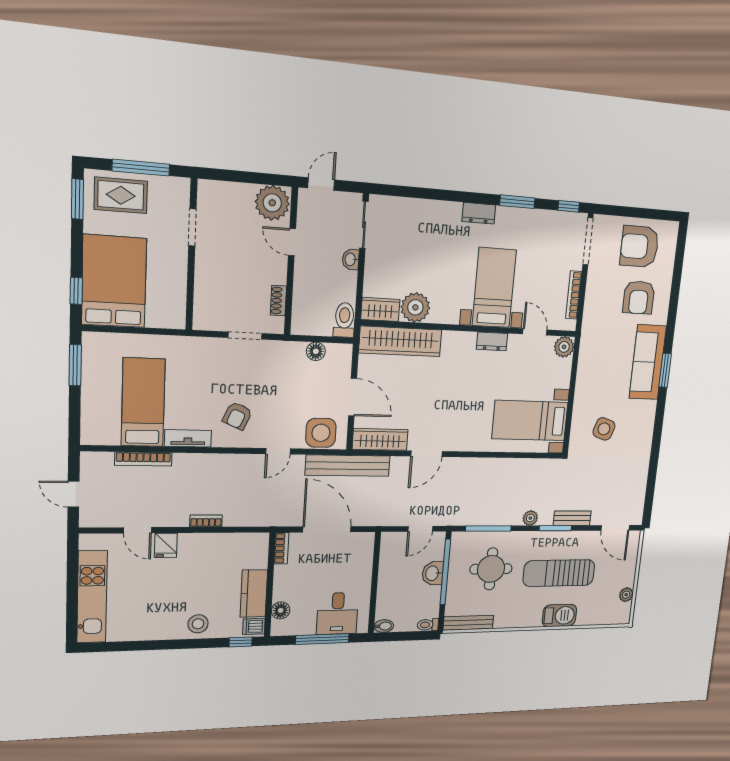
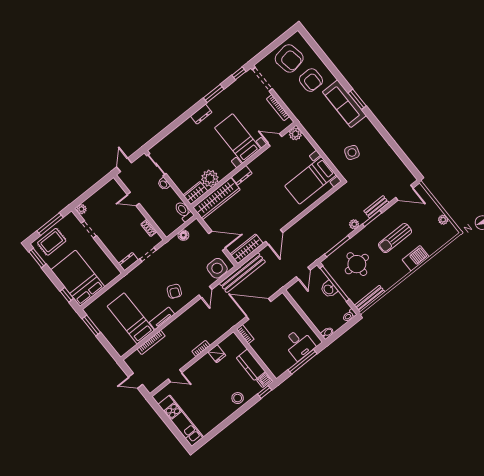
plant: (272, 203) -> (81, 209), moved, width x0.53, depth x0.53
armchair: (639, 246) -> (289, 58), turned -100
dresser: (209, 321) -> (128, 262), added
dresser: (492, 341) -> (242, 175), moved
fridge: (166, 545) -> (217, 354), moved
sun lounger: (559, 573) -> (395, 238), width x0.73, depth x0.75
floor lamp: (281, 610) -> (270, 363), removed

